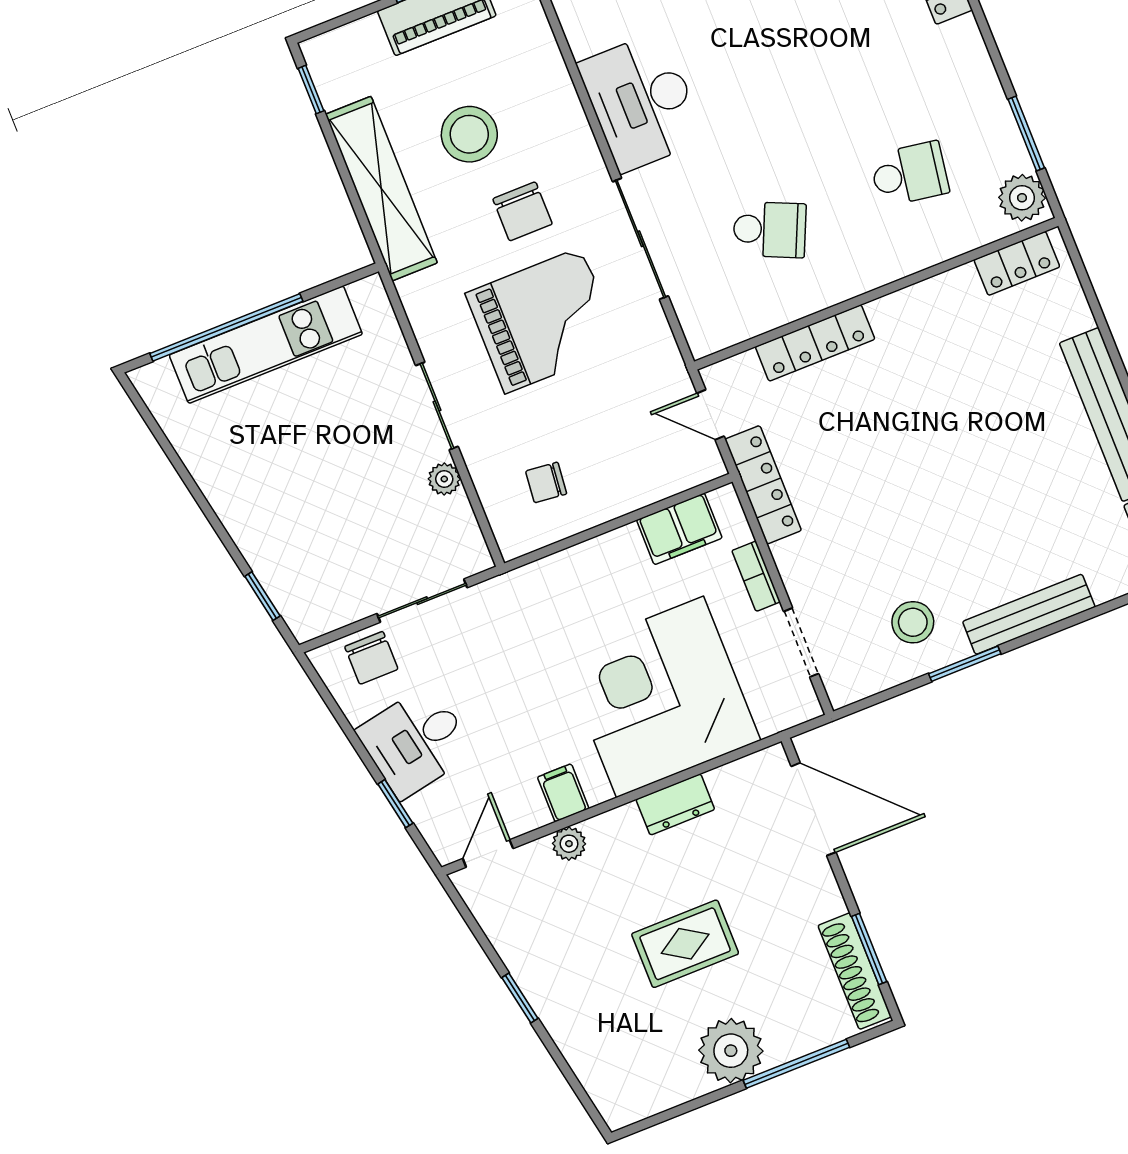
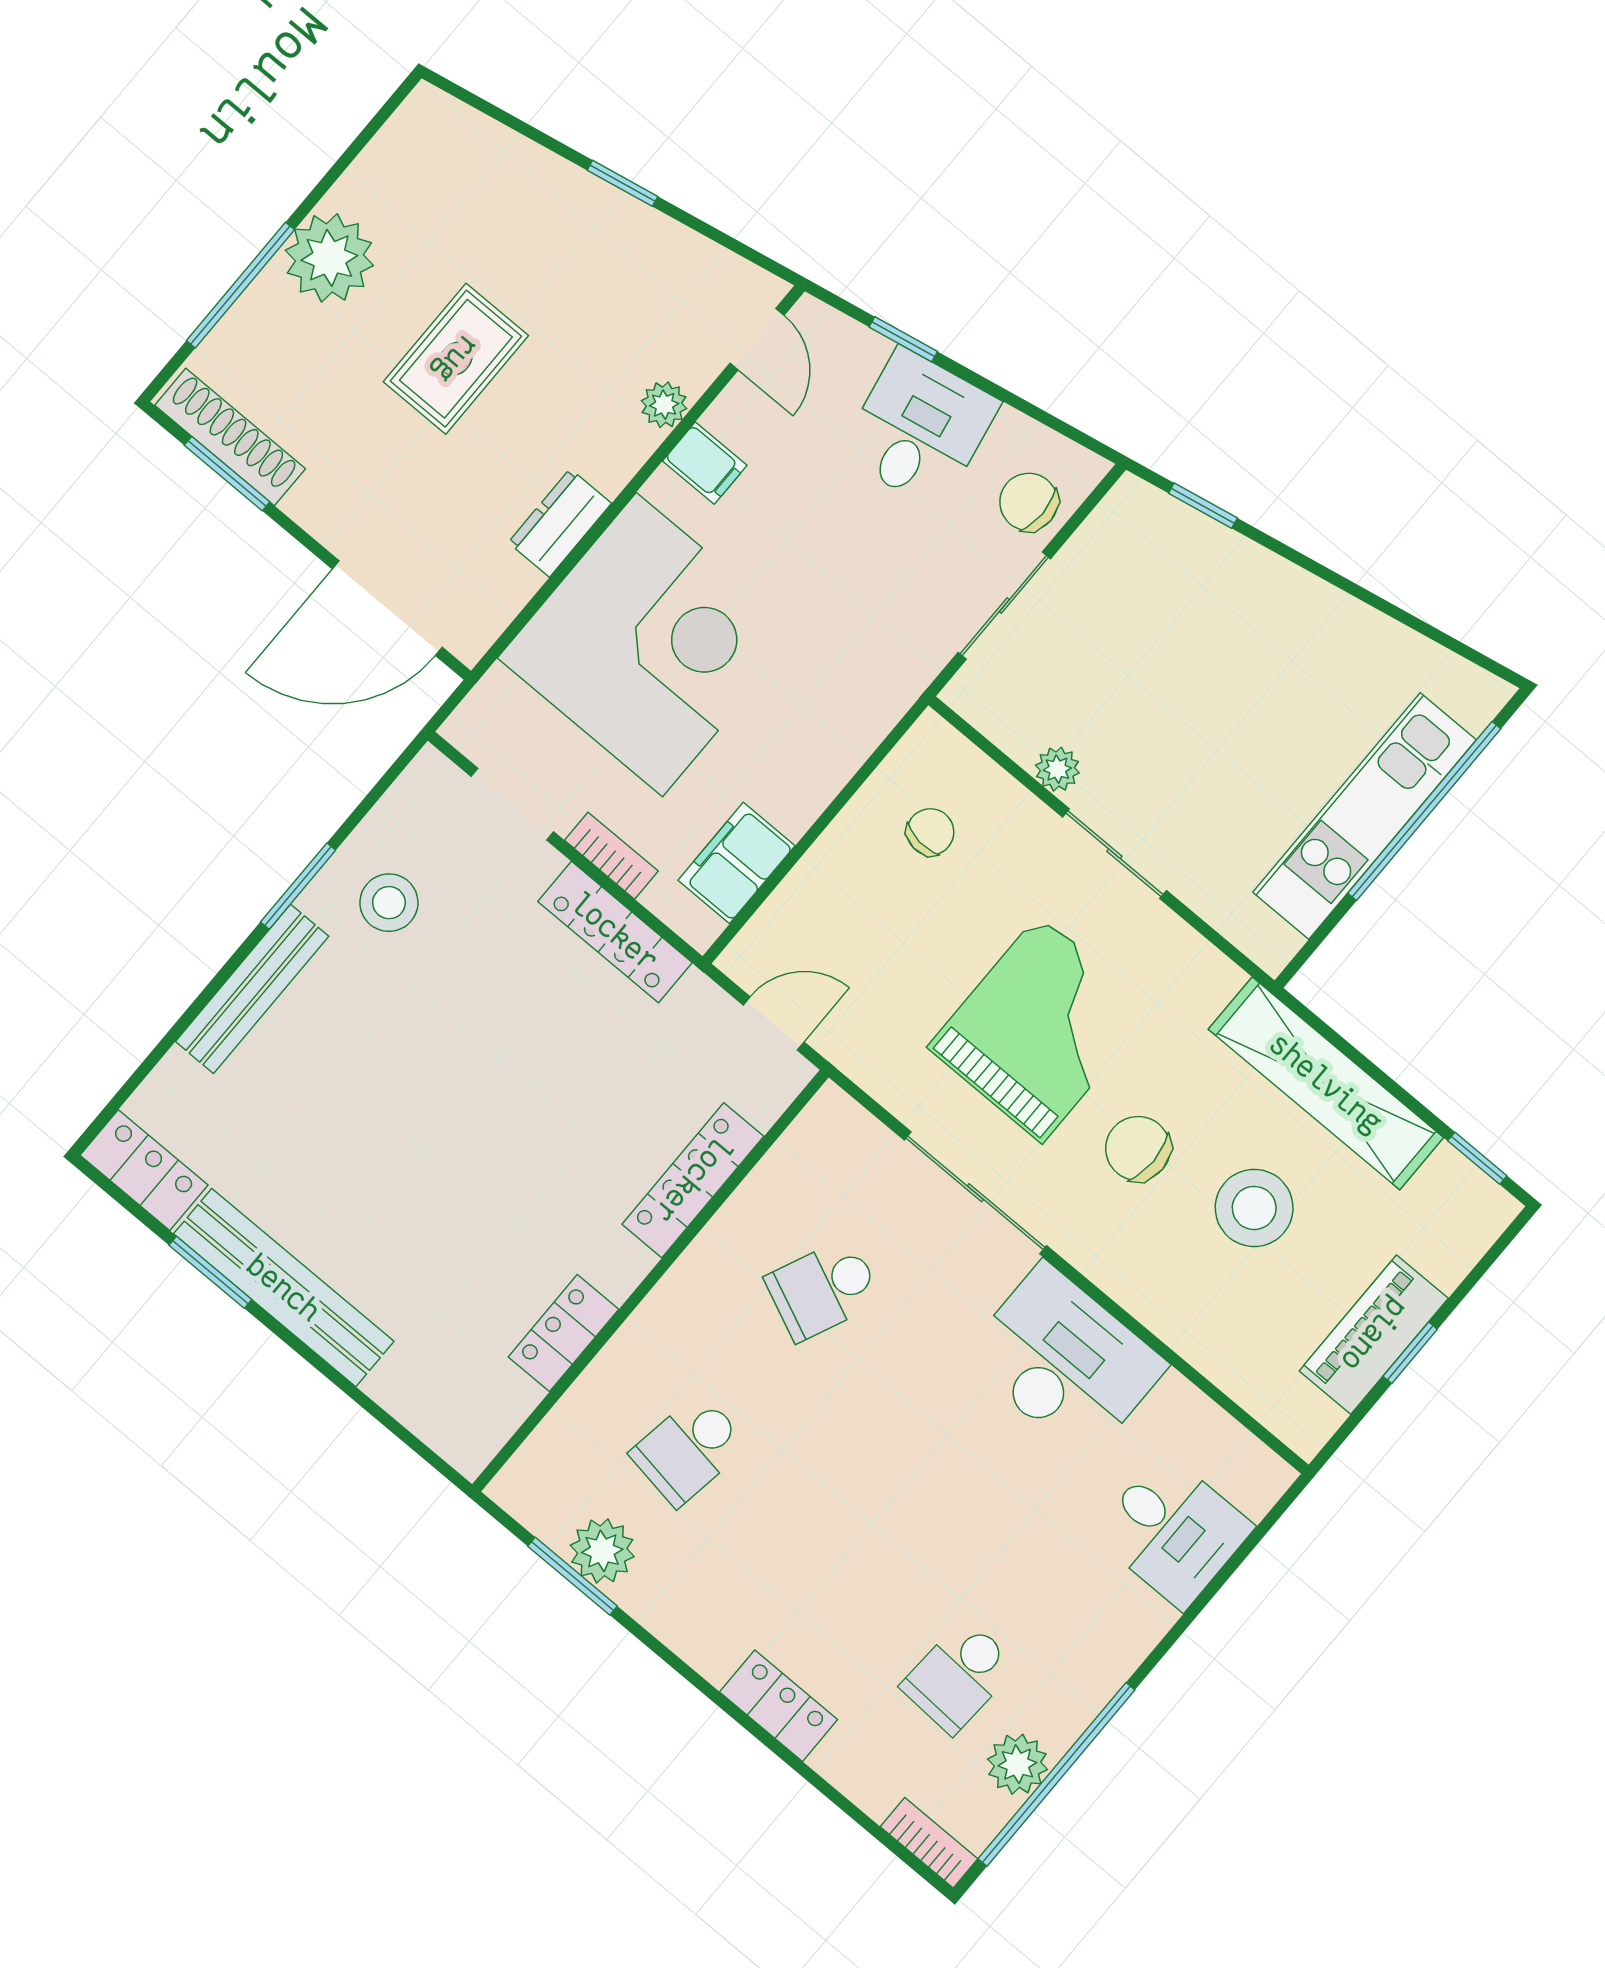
plant: (1022, 198) -> (602, 1551), moved
locker: (1017, 263) -> (563, 1333), moved
grand piano: (543, 320) -> (1041, 1029), turned 180
locker: (763, 485) -> (615, 932), moved

